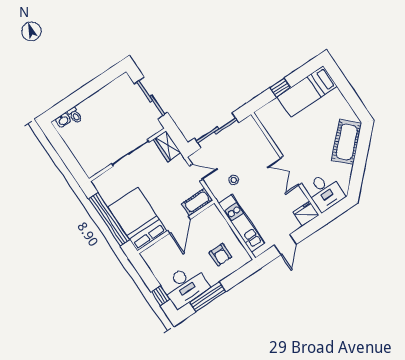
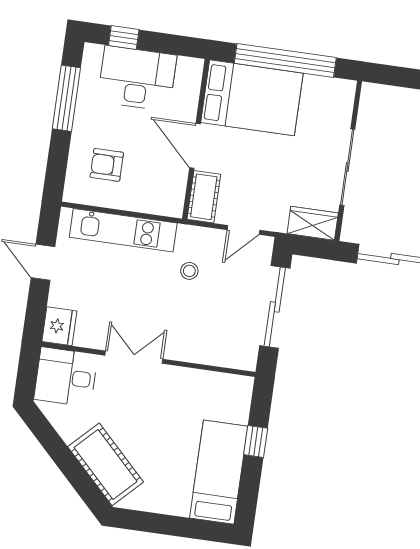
desk: (185, 286) -> (137, 78), moved, turned 90

